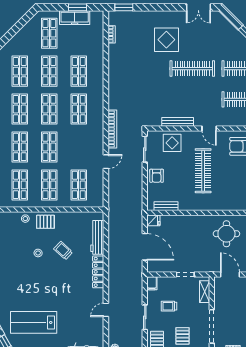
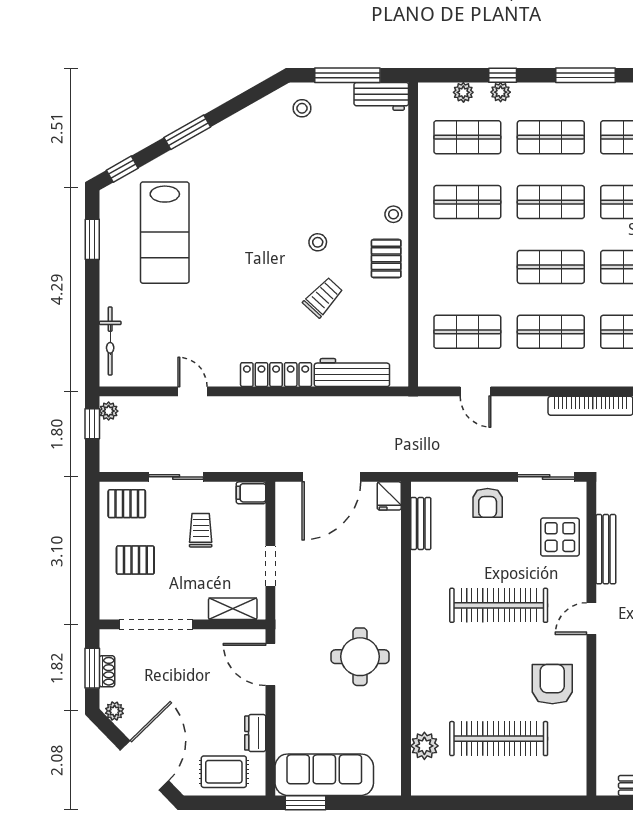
door: (106, 162) -> (475, 391), moved
armchair: (157, 176) -> (488, 503), turned -90
shop shelf: (49, 185) -> (551, 332), moved
door: (230, 274) -> (270, 664), swing flipped
lab bench: (34, 322) -> (165, 233), turned 180

